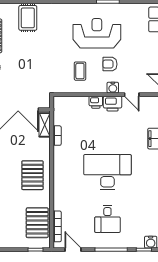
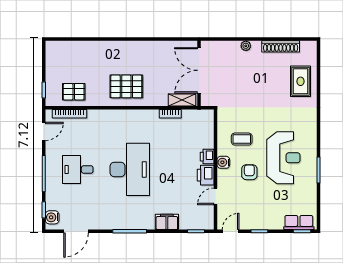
rug: (28, 18) -> (300, 81), turned 90
water cooler: (113, 88) -> (223, 162), moved
pallet: (37, 223) -> (74, 92), width x0.67, depth x0.71

